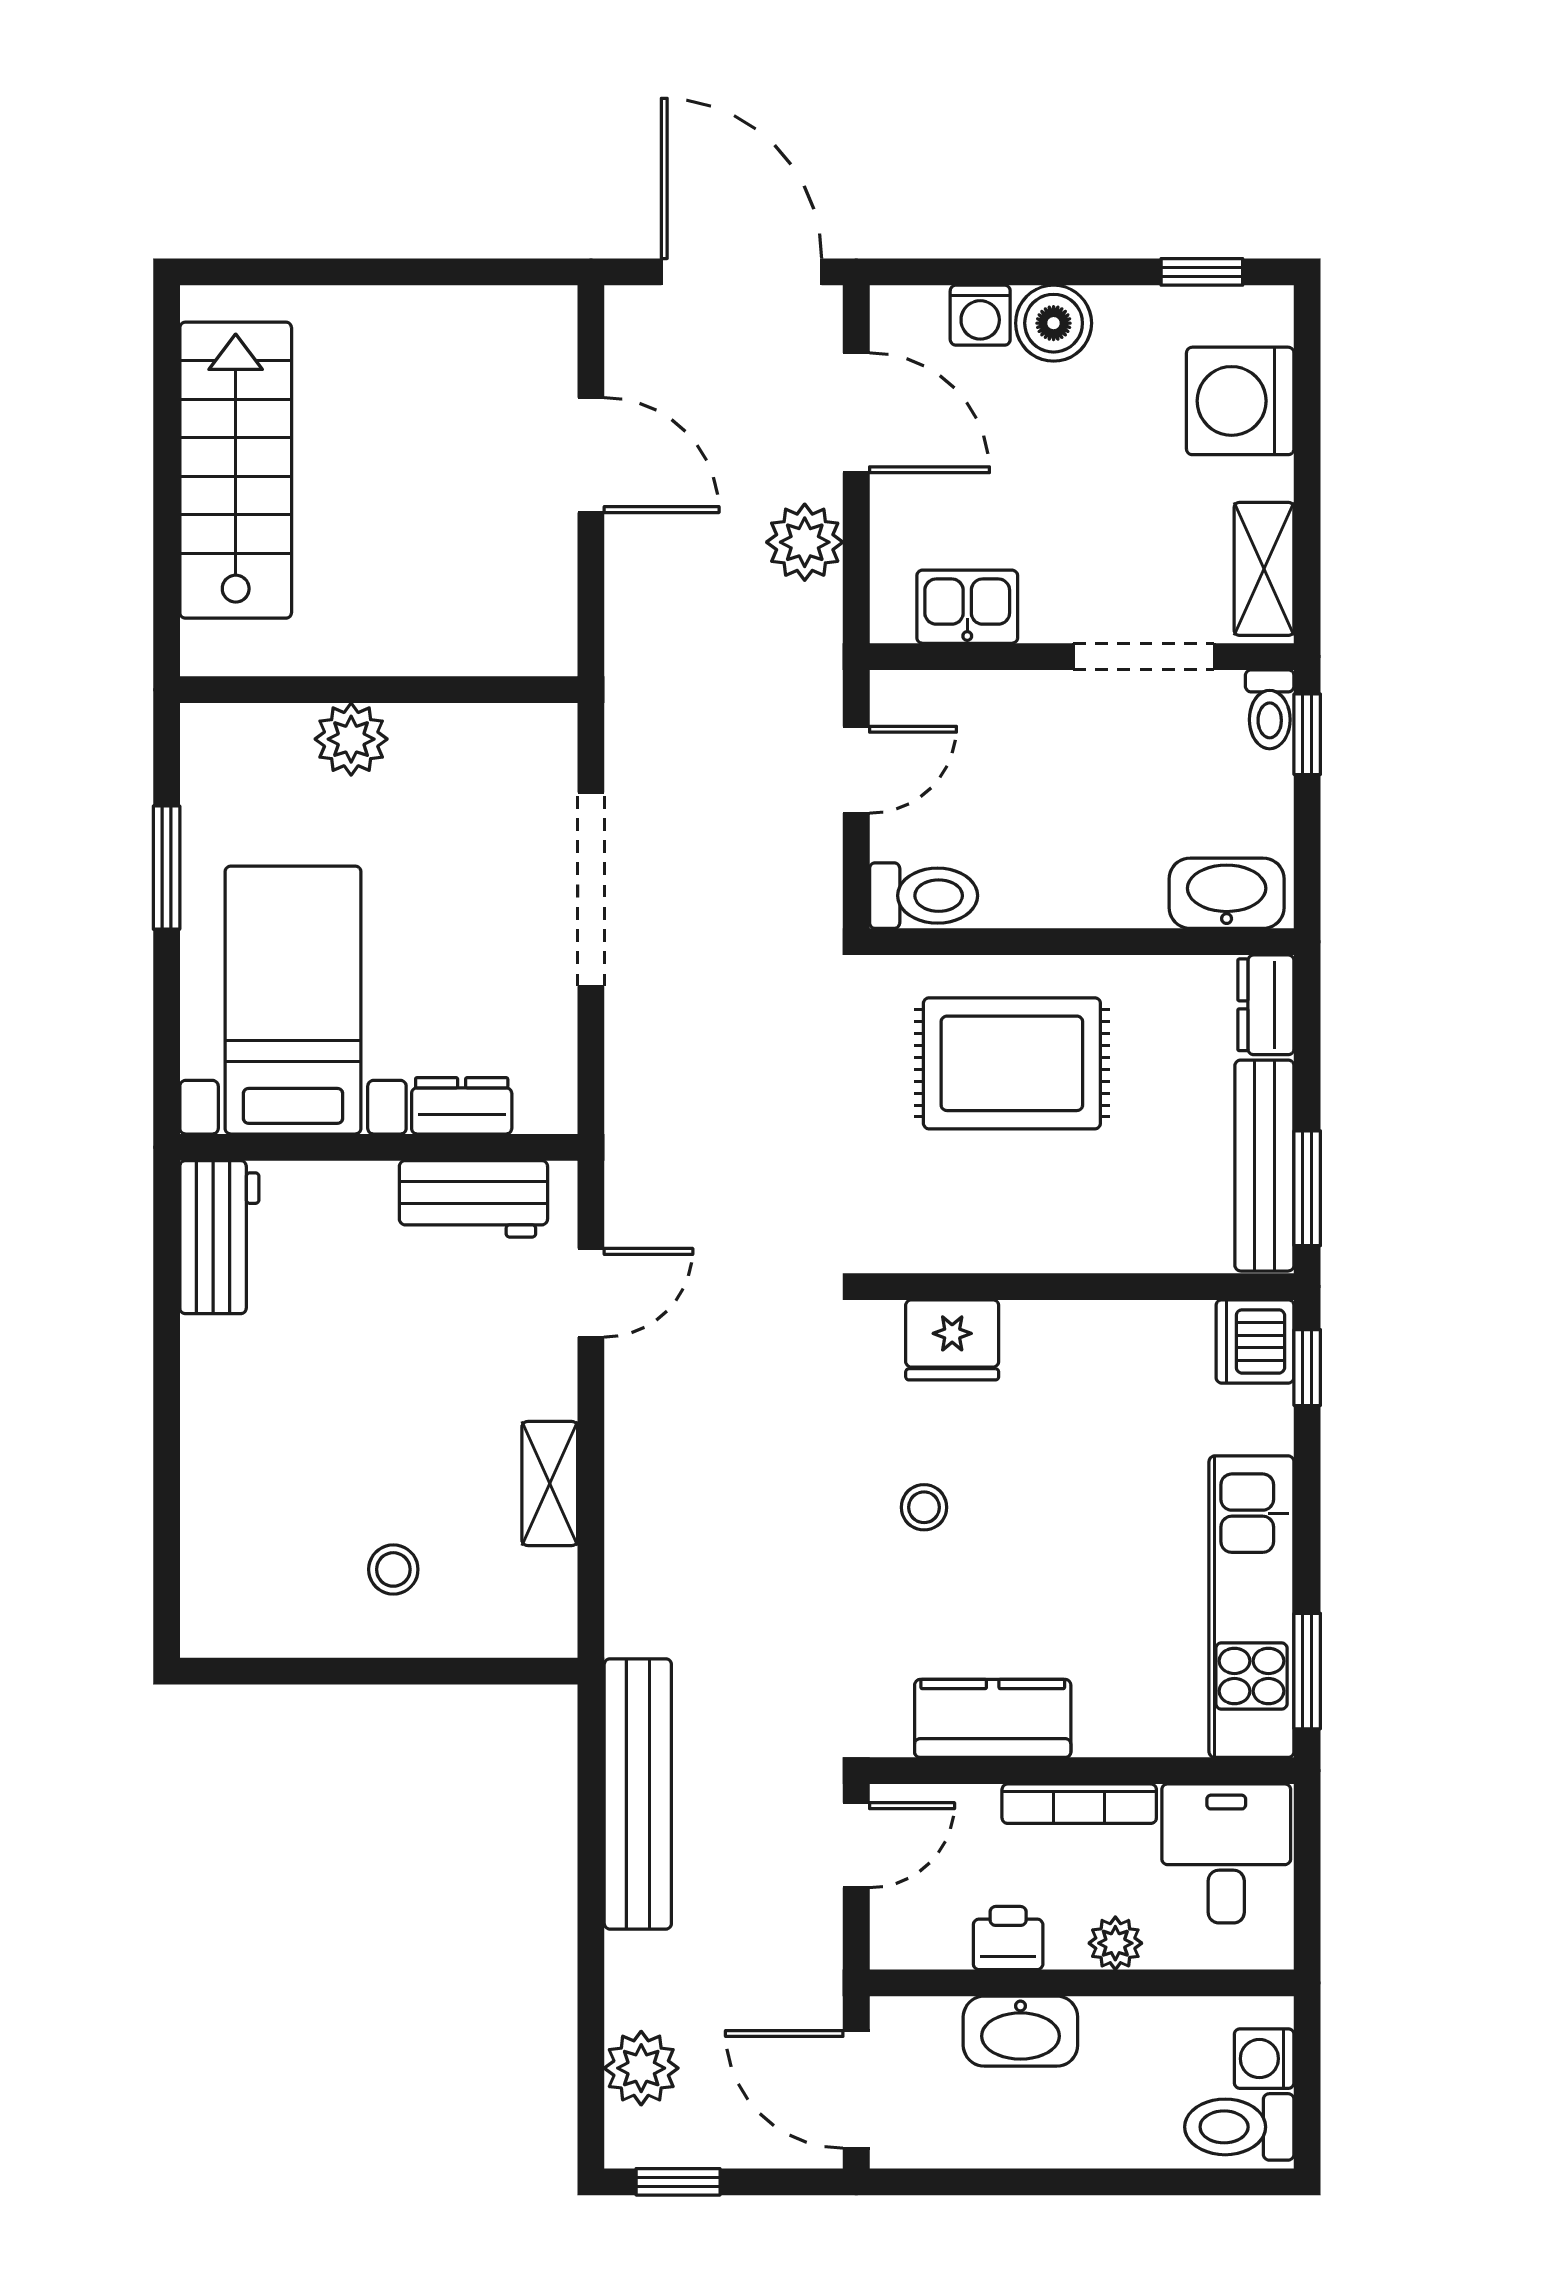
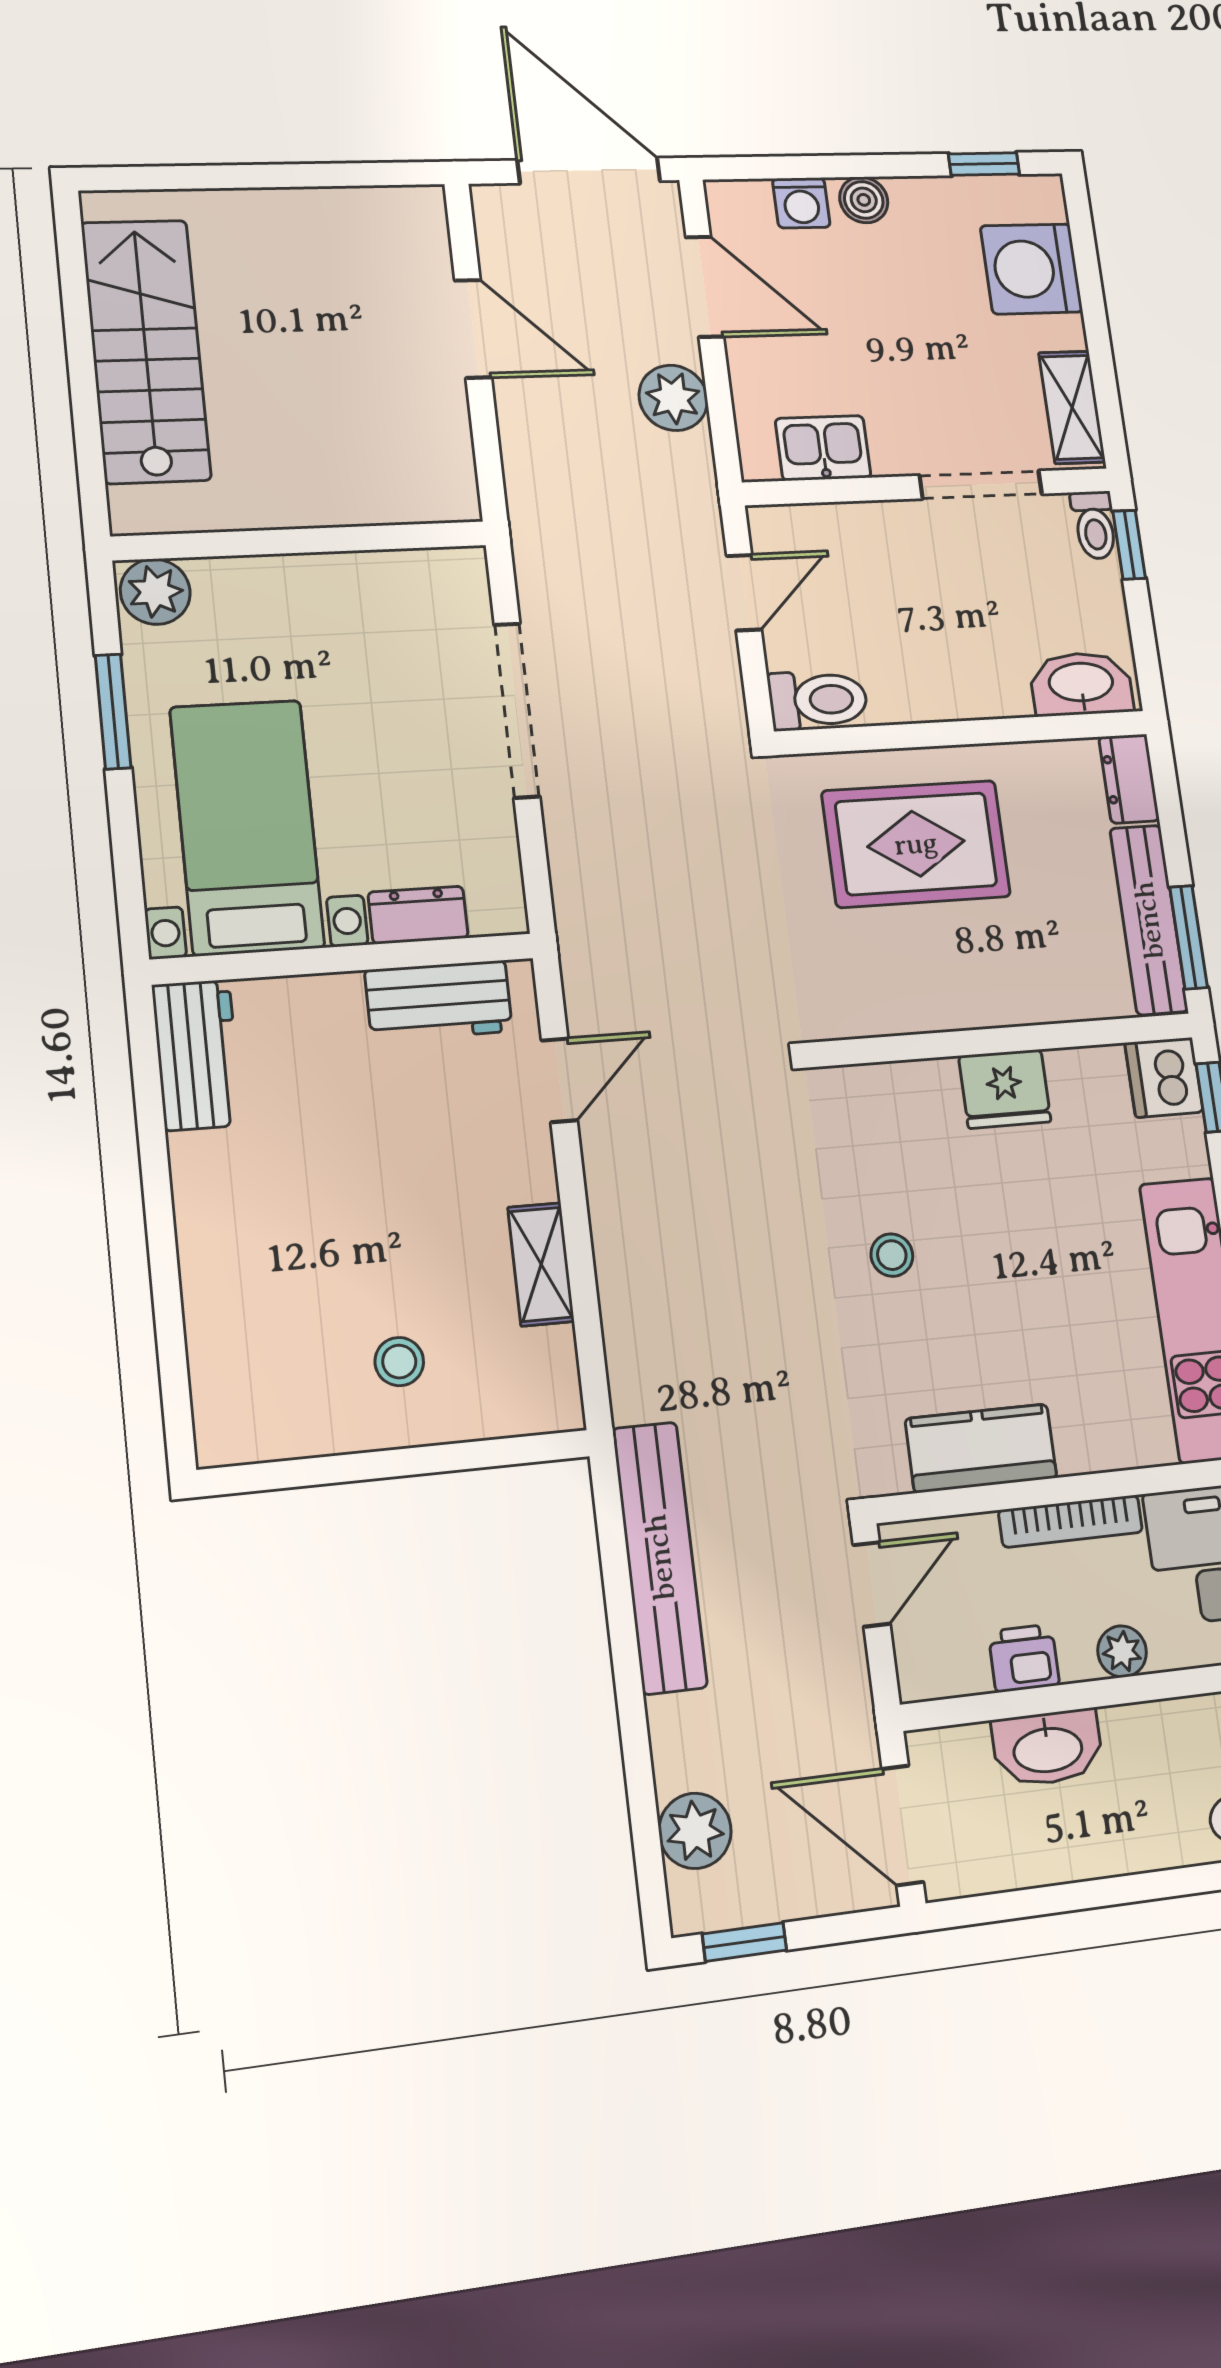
boiler: (1054, 323) -> (864, 200), width x0.73, depth x0.73
plant: (351, 739) -> (155, 592), moved
fridge: (952, 1340) -> (1005, 1089), moved

